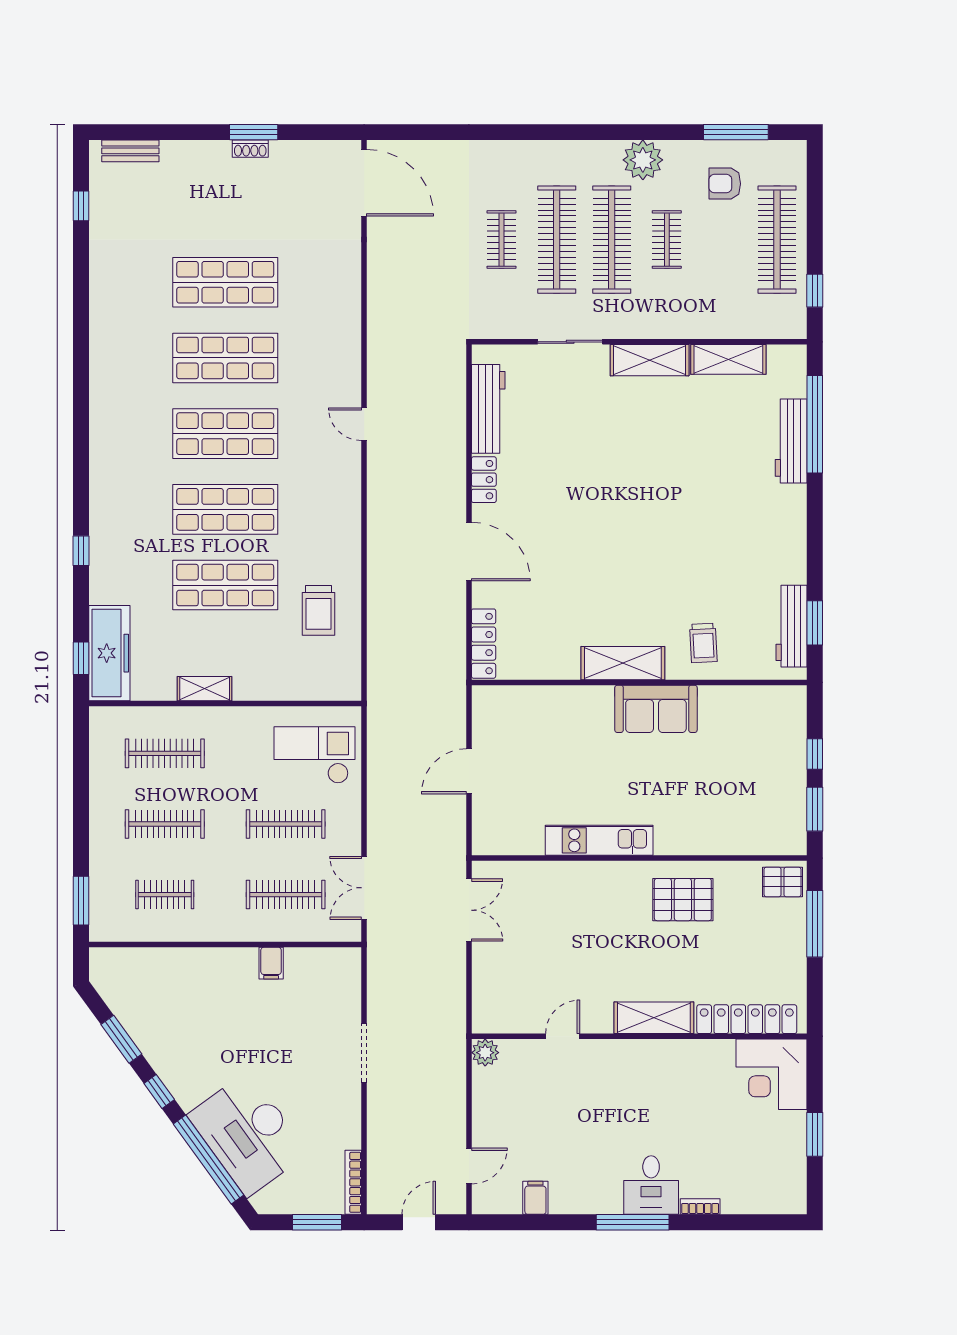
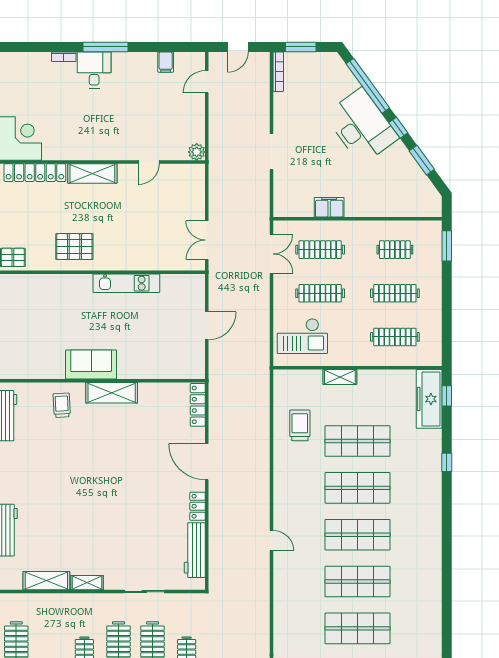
shelving: (650, 360) -> (87, 583), width x0.67, depth x0.75
shelving: (205, 689) -> (340, 377), moved
filing cabinet: (271, 963) -> (329, 207), width x2.00
desk: (248, 1134) -> (361, 126), moved

